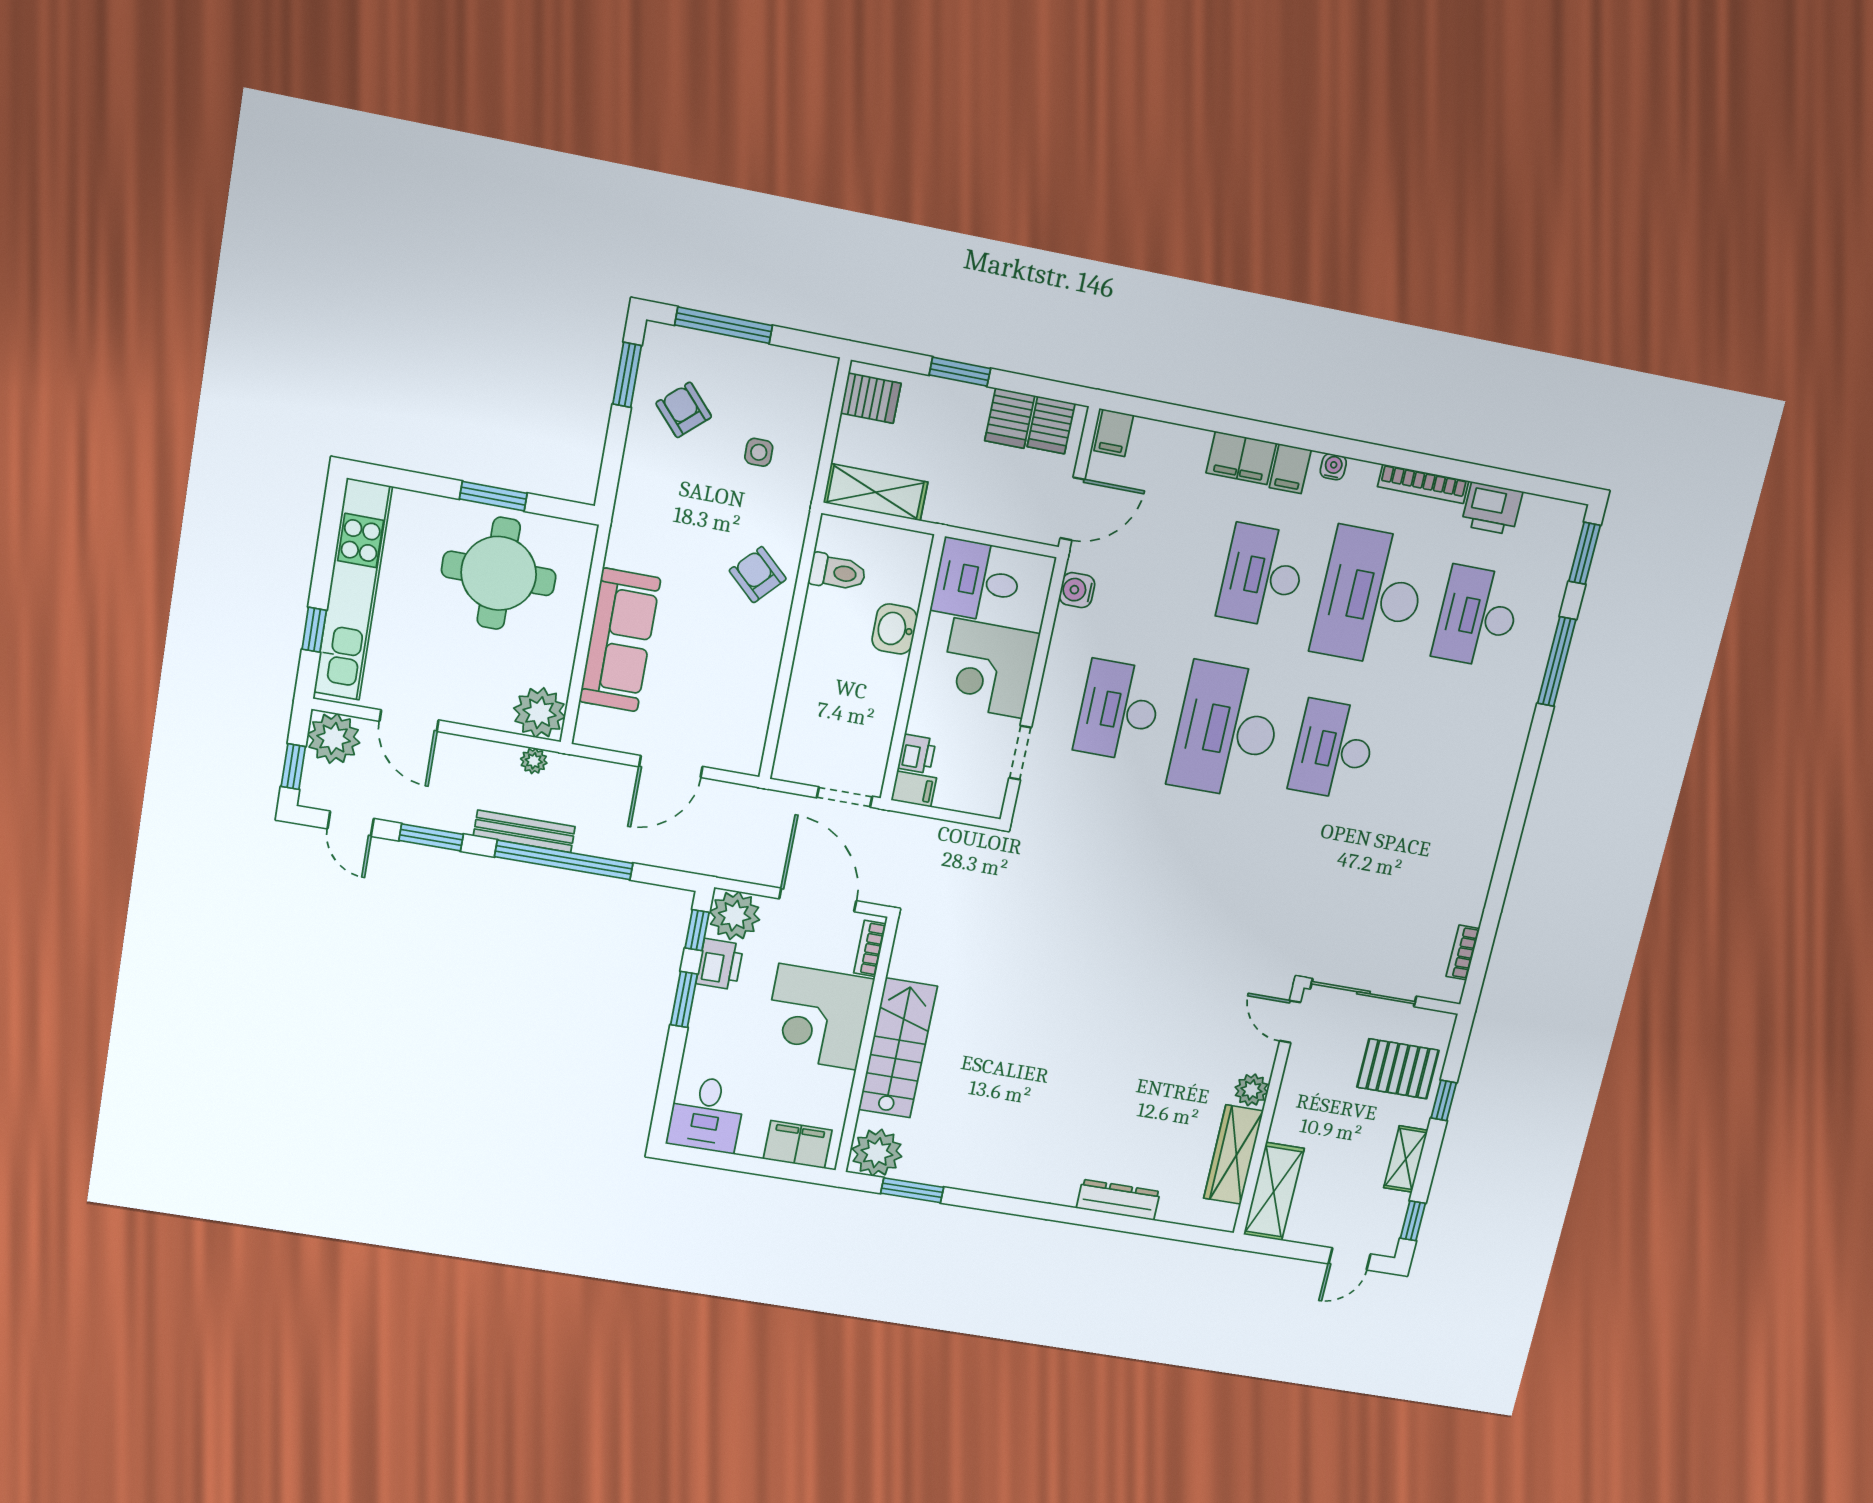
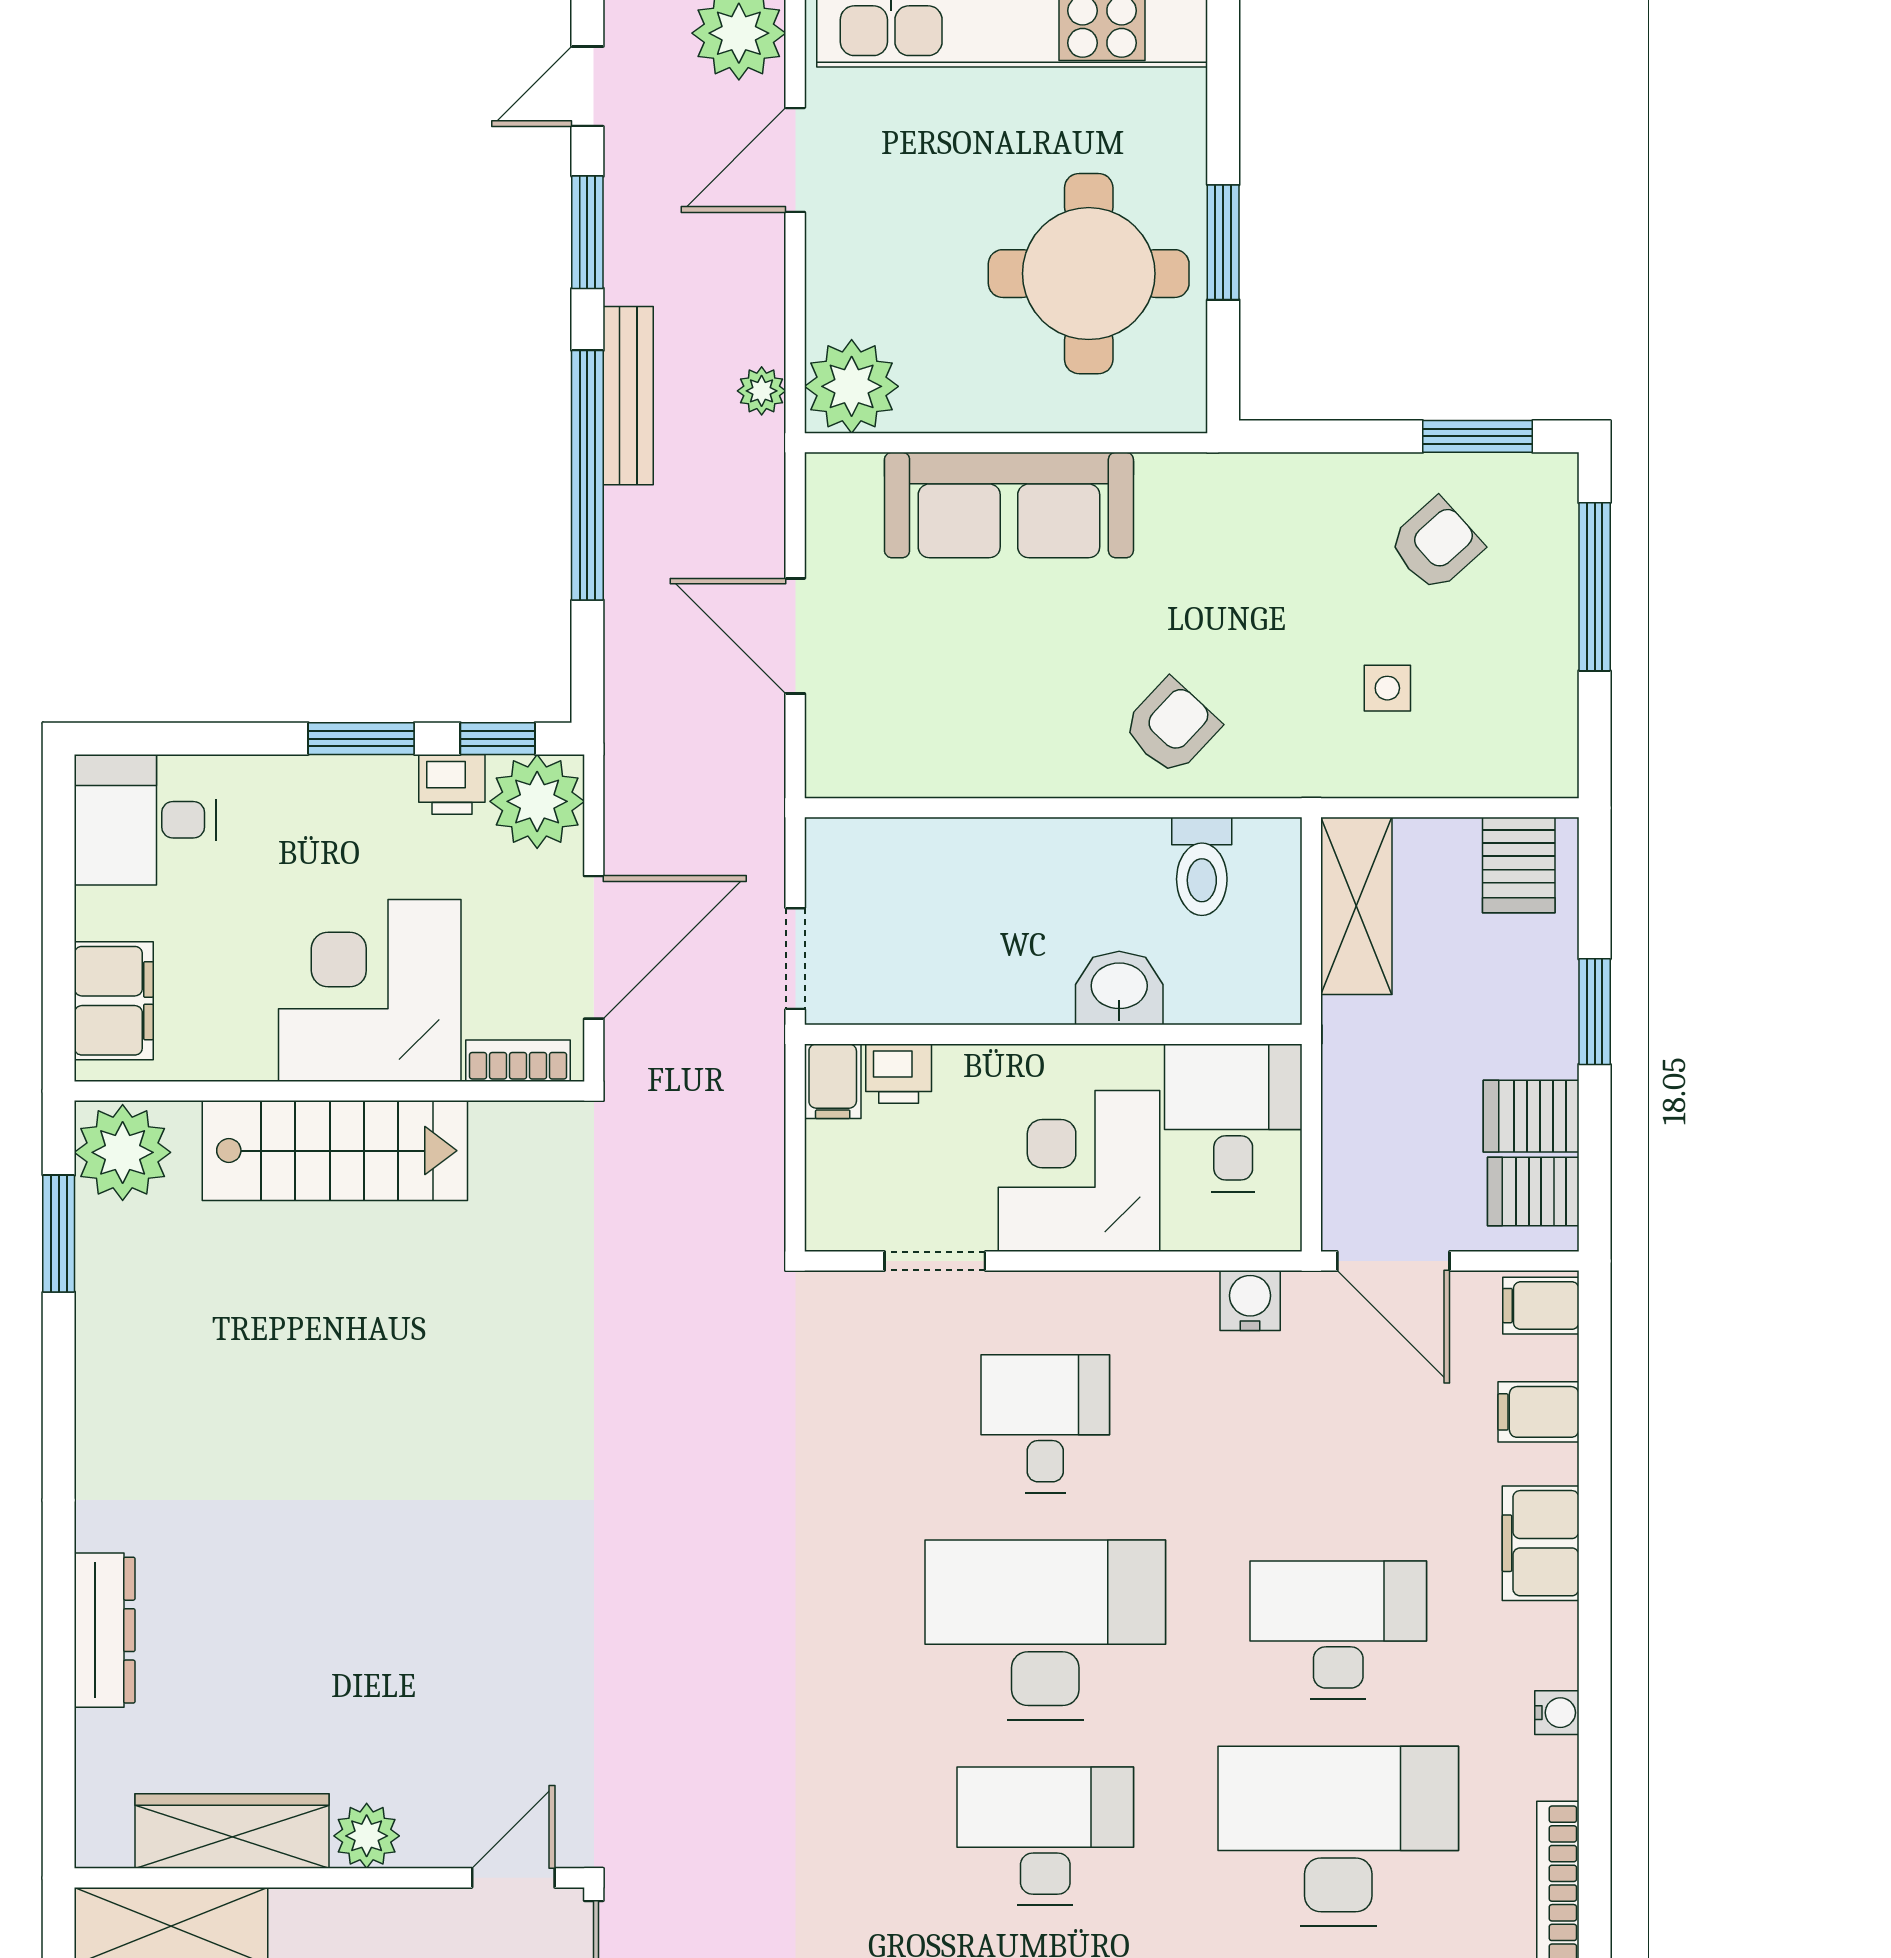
filing cabinet: (1290, 469) -> (1538, 1412), moved
desk: (1119, 711) -> (1045, 1424), width x0.73
printer: (720, 964) -> (452, 784), width x0.73, depth x0.81

